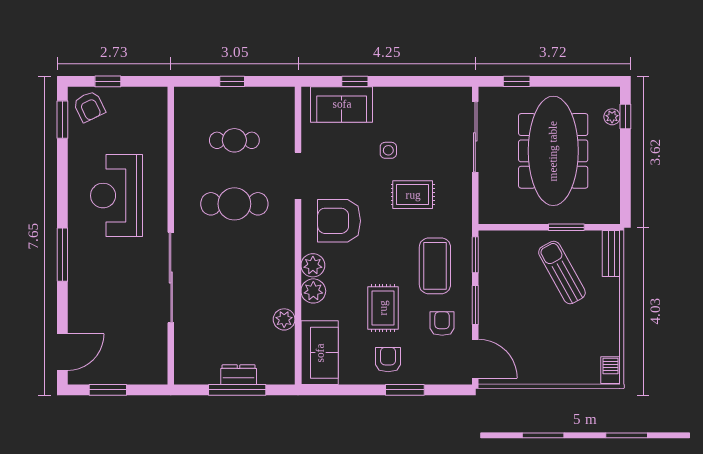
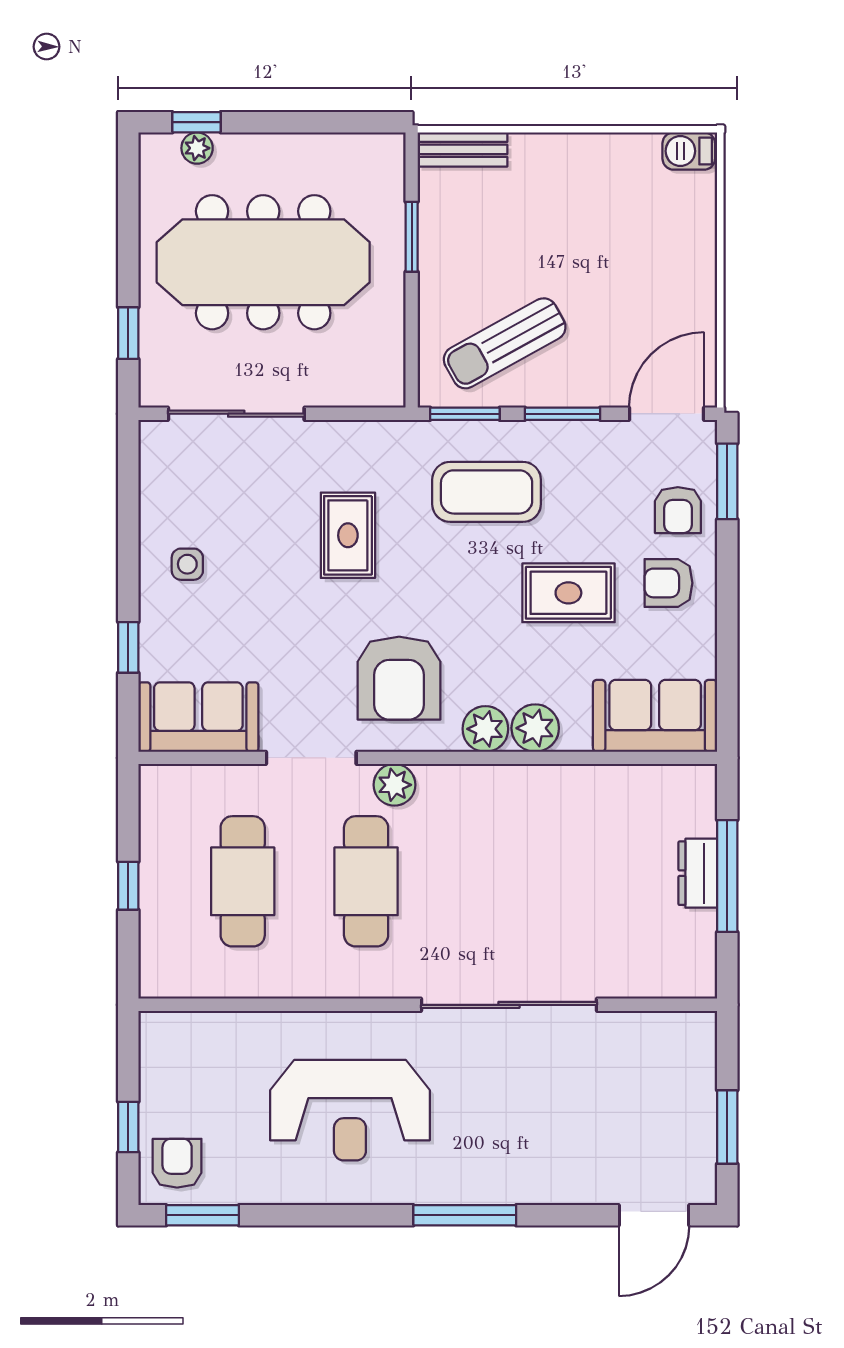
sofa: (342, 104) -> (198, 717), moved, turned -90
armchair: (89, 106) -> (177, 1163), turned -64
cafe table: (234, 140) -> (243, 881), width x1.37, depth x1.35
side table: (388, 150) -> (187, 564), moved
sun lounger: (562, 272) -> (505, 343), moved
plant: (284, 319) -> (394, 785), moved
armchair: (442, 324) -> (678, 510), moved, turned -90
door: (62, 352) -> (654, 1215), swing flipped
window: (405, 390) -> (727, 481), moved

